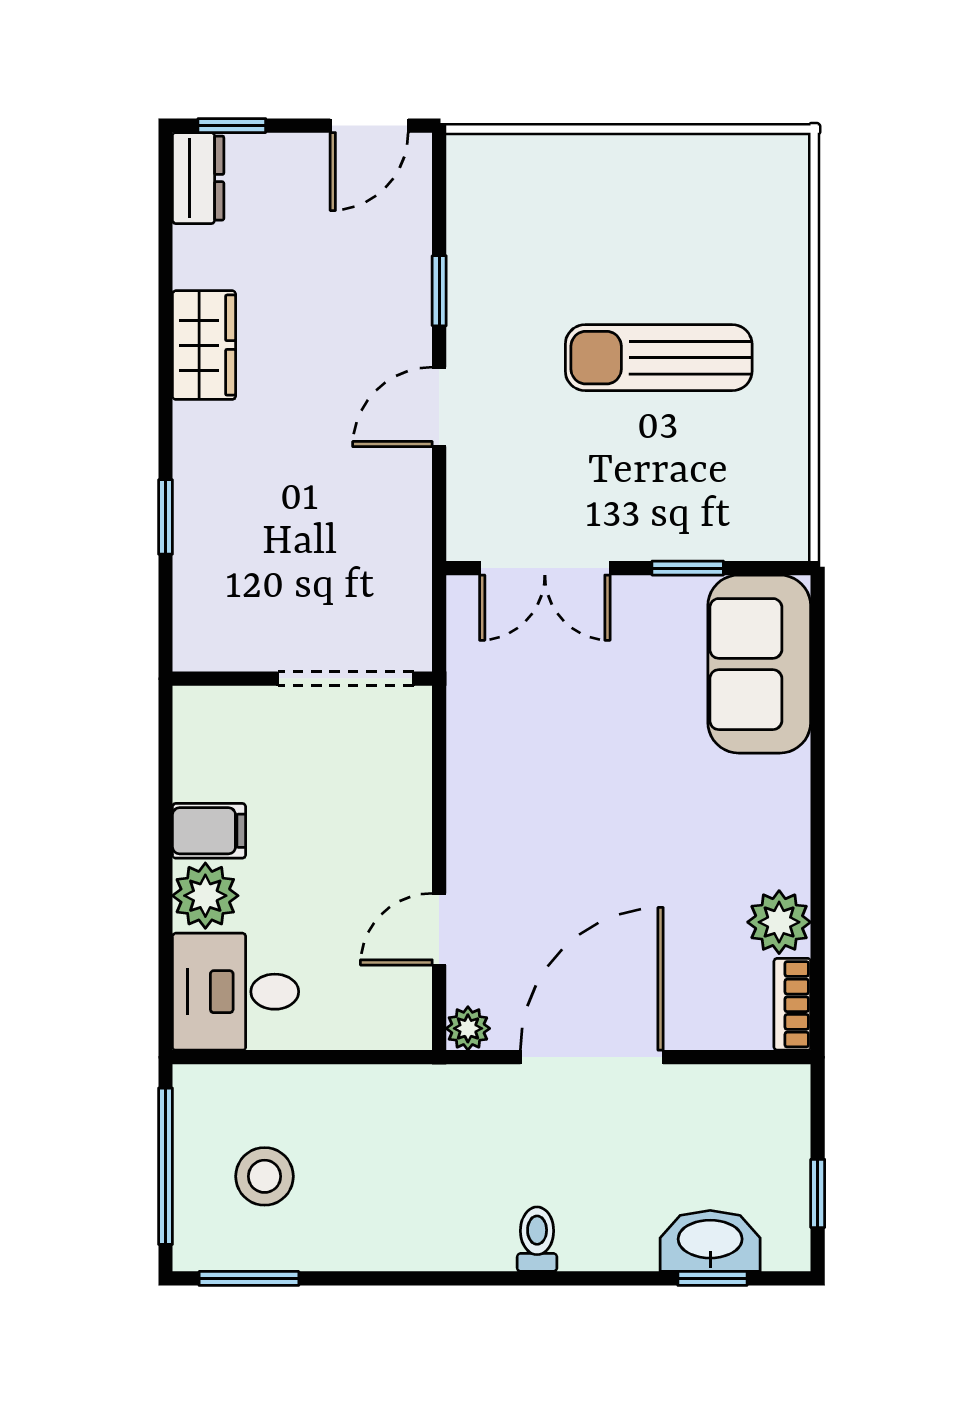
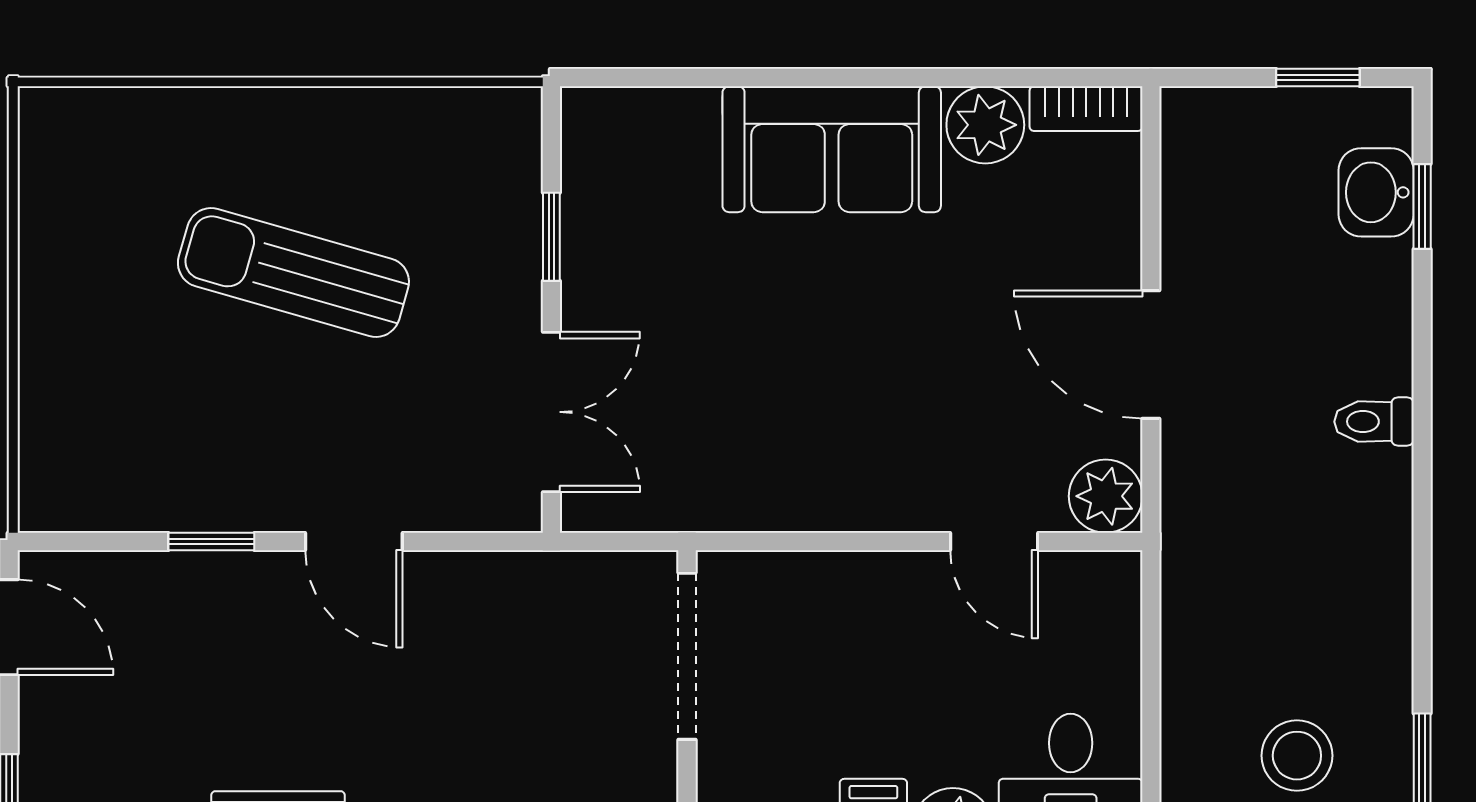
sun lounger: (659, 358) -> (293, 272), turned 106
sofa: (759, 664) -> (832, 149), moved
plant: (468, 1028) -> (1106, 496), width x1.38, depth x1.38
door: (592, 1057) -> (1151, 354), width x0.73
washbasin: (710, 1241) -> (1376, 192), width x0.72

